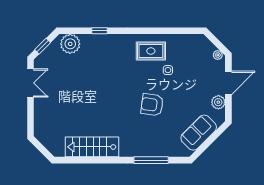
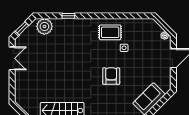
plant: (218, 102) -> (165, 74), removed
armchair: (152, 105) -> (111, 76), turned 82

